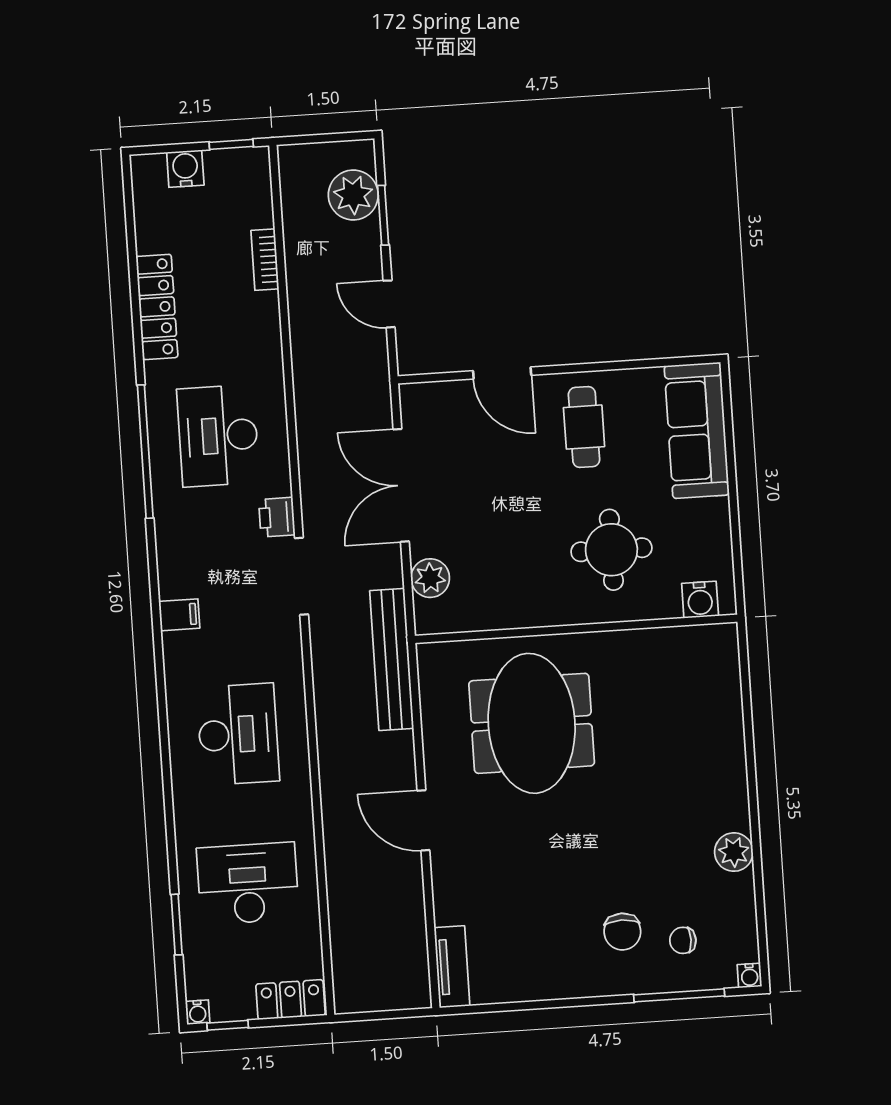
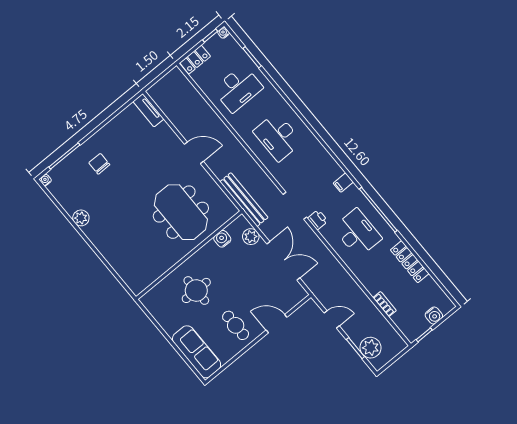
water cooler: (700, 600) -> (222, 239), moved
filing cabinet: (179, 615) -> (343, 183), moved
chair: (683, 940) -> (77, 176), removed

